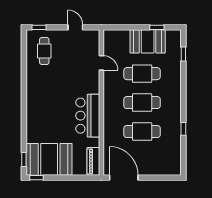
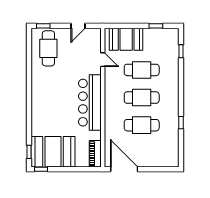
door: (75, 27) -> (78, 26), swing flipped
booth: (148, 41) -> (126, 39), moved
cafe table: (44, 51) -> (48, 48), width x1.37, depth x1.35
bar counter: (88, 116) -> (90, 103), width x1.36

